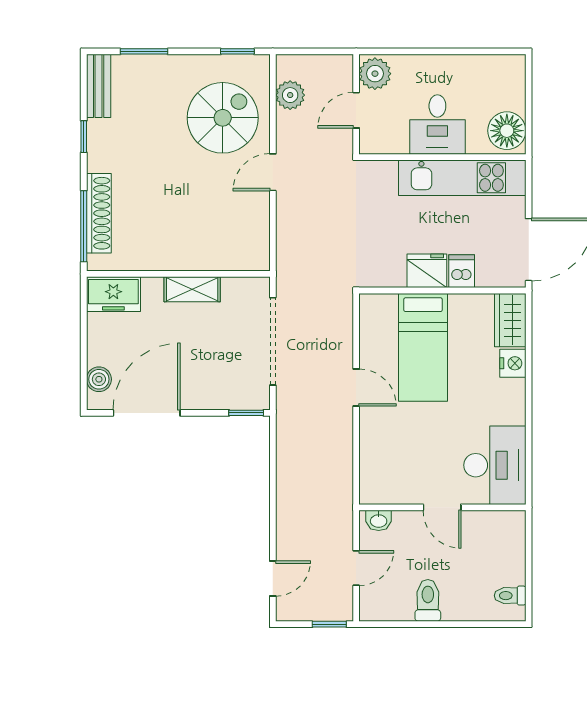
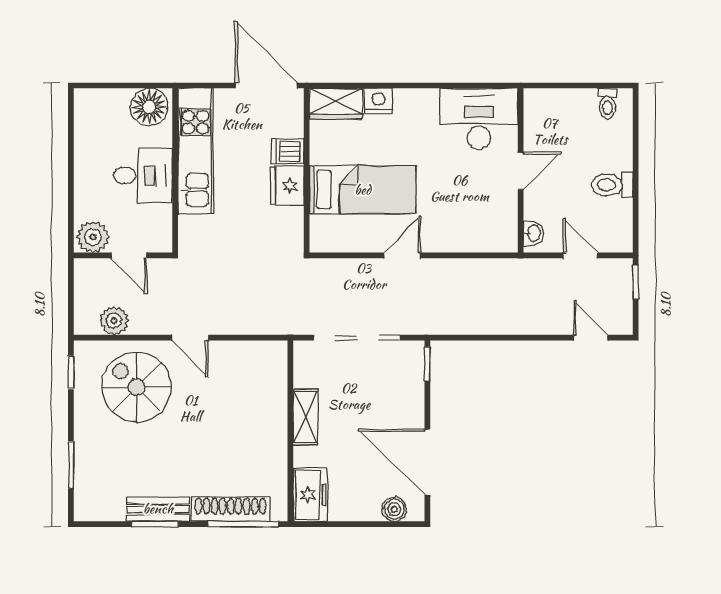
bench: (99, 86) -> (158, 509), moved
window: (84, 137) -> (155, 524), width x1.50

